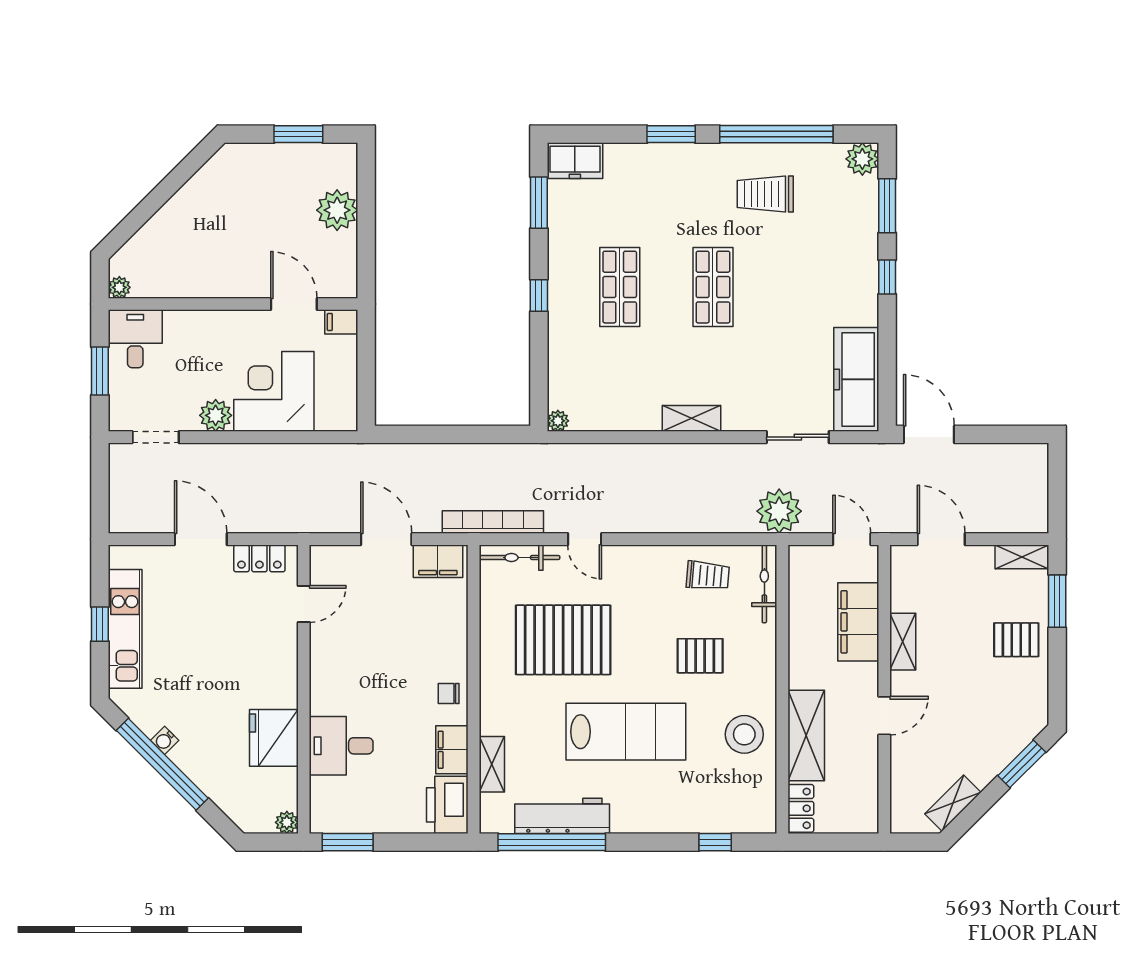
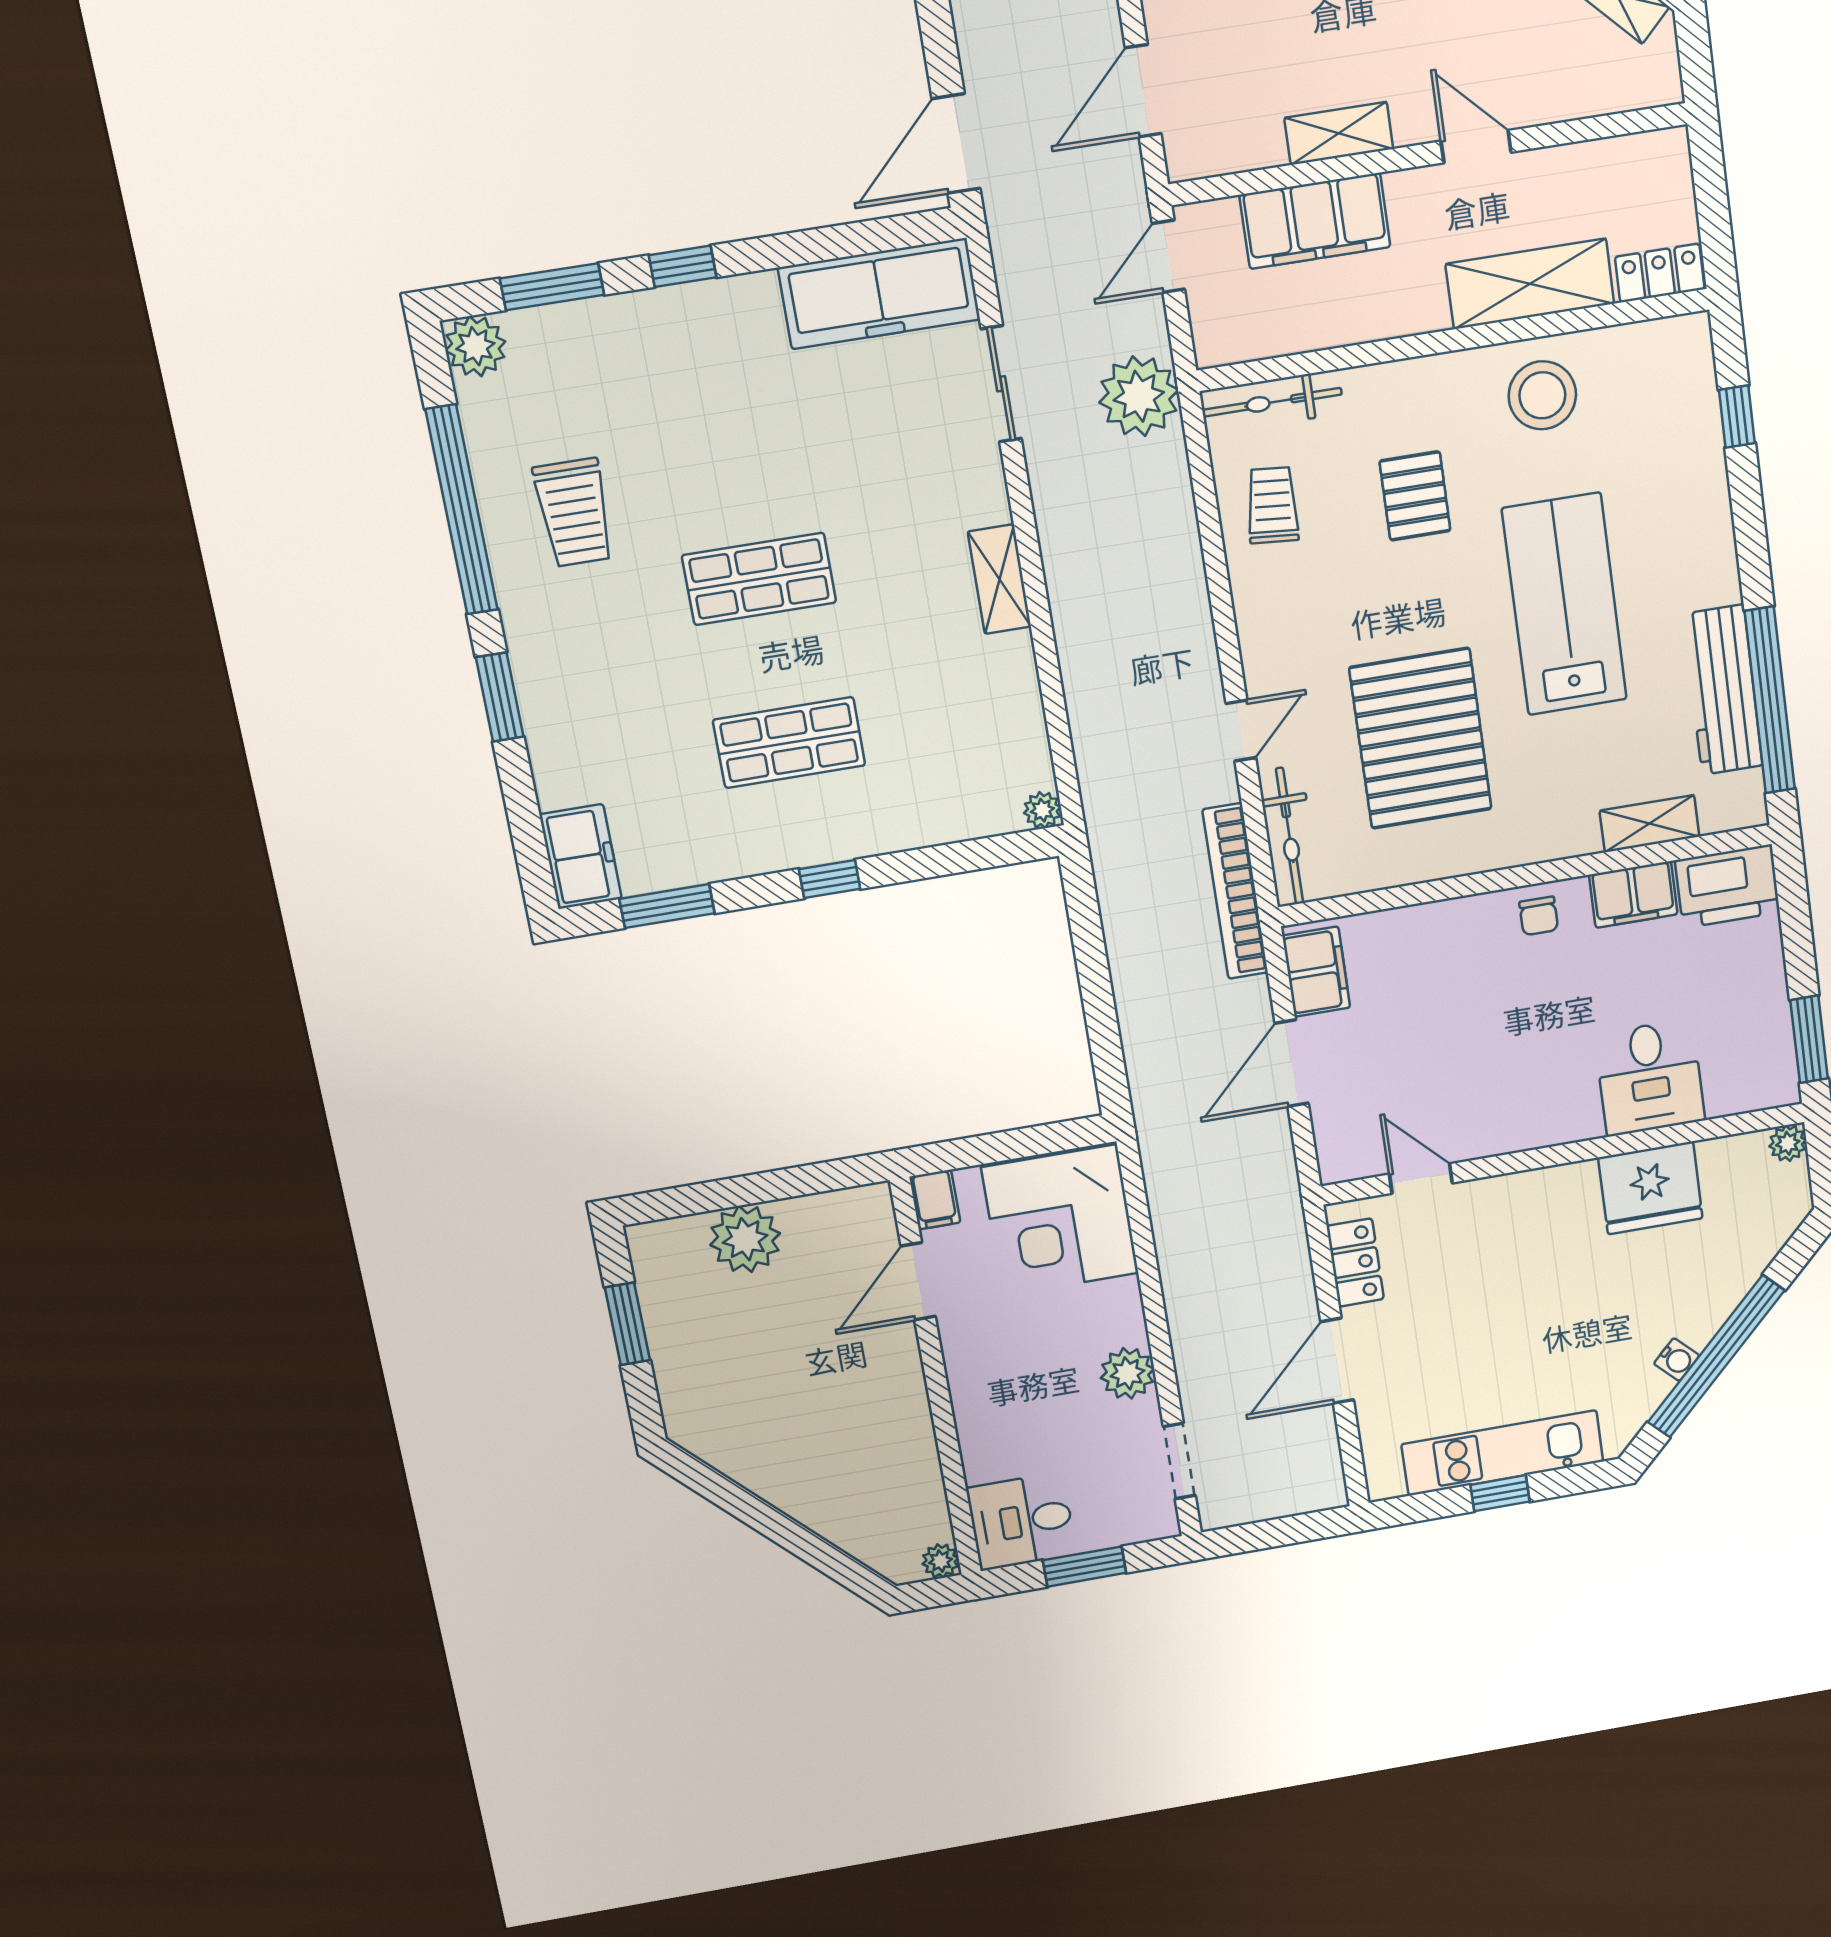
corner desk: (274, 391) -> (1060, 1220), moved

